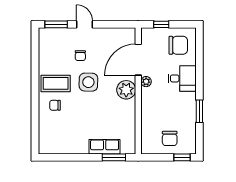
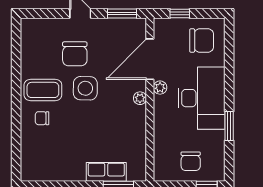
window: (56, 24) -> (122, 14), moved
chair: (80, 56) -> (75, 54), width x1.87, depth x1.87
desk: (182, 78) -> (201, 98), width x1.87, depth x1.30
plant: (126, 90) -> (140, 98), width x0.53, depth x0.53

